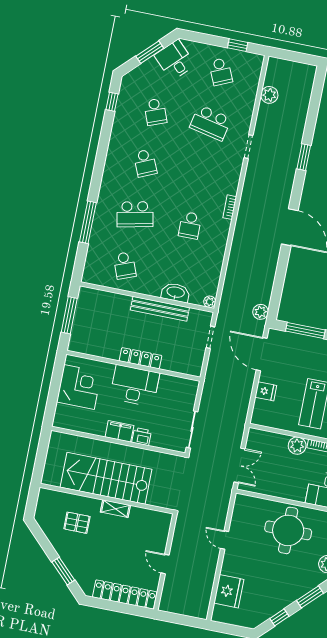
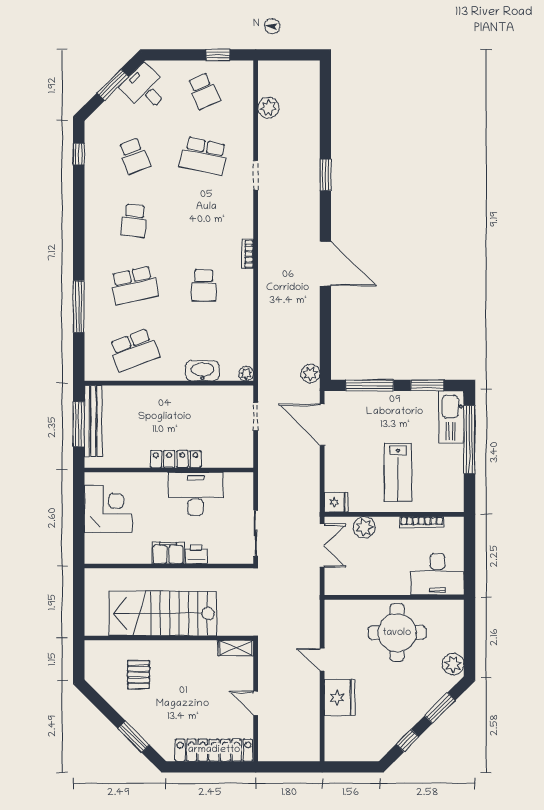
school desk: (145, 163) -> (134, 221), turned 30
school desk: (125, 265) -> (134, 350), width x1.85
bench: (160, 309) -> (93, 421), moved, turned 90
desk: (135, 386) -> (196, 494), moved
fridge: (266, 391) -> (336, 502), moved
plant: (297, 446) -> (364, 527), moved
double door: (239, 465) -> (322, 546), moved
shelving: (115, 509) -> (236, 648), moved
pallet: (77, 523) -> (138, 675), turned 90
fridge: (229, 591) -> (340, 698), moved

